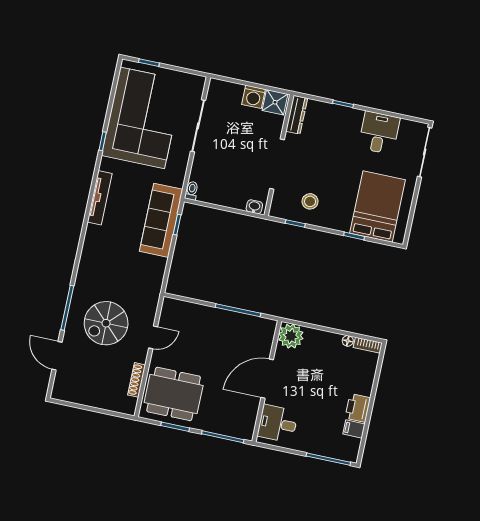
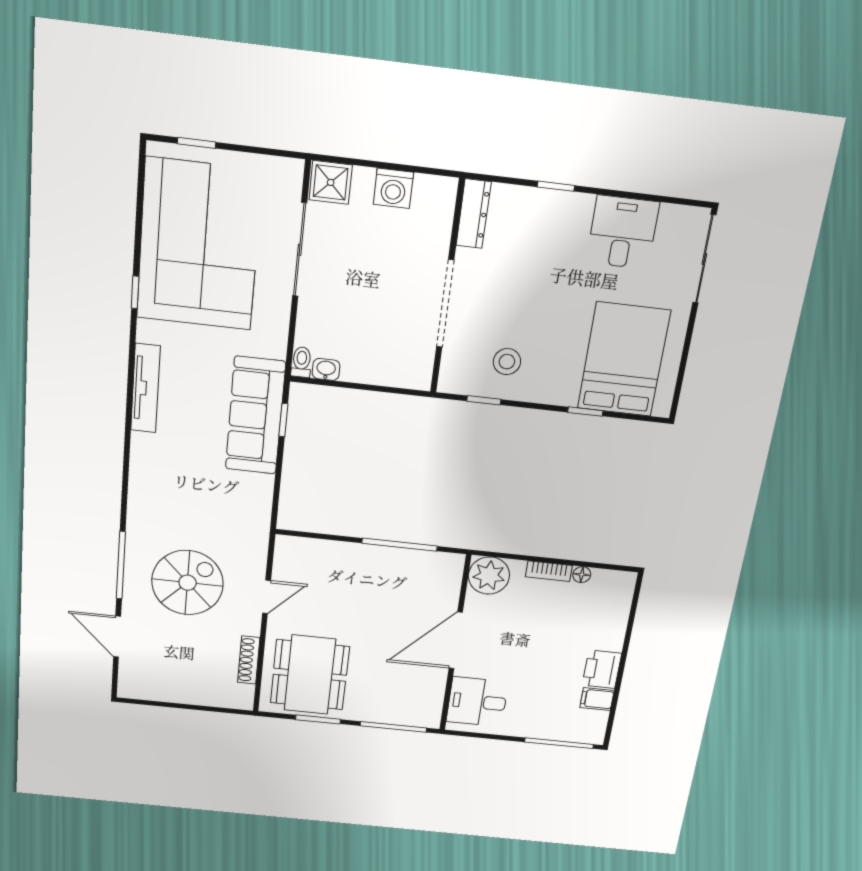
shower: (275, 102) -> (331, 182), moved
washbasin: (254, 207) -> (326, 369), moved
spiral stairs: (106, 323) -> (188, 583), turned 180
bookcase: (368, 345) -> (549, 571), moved
dining table: (174, 394) -> (310, 675), turned 90

